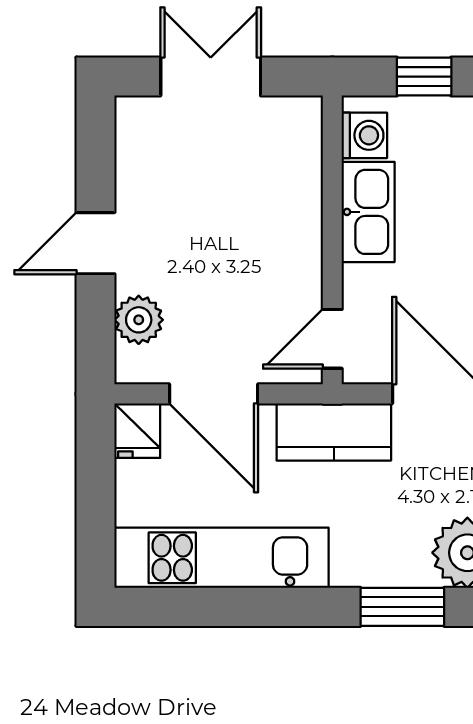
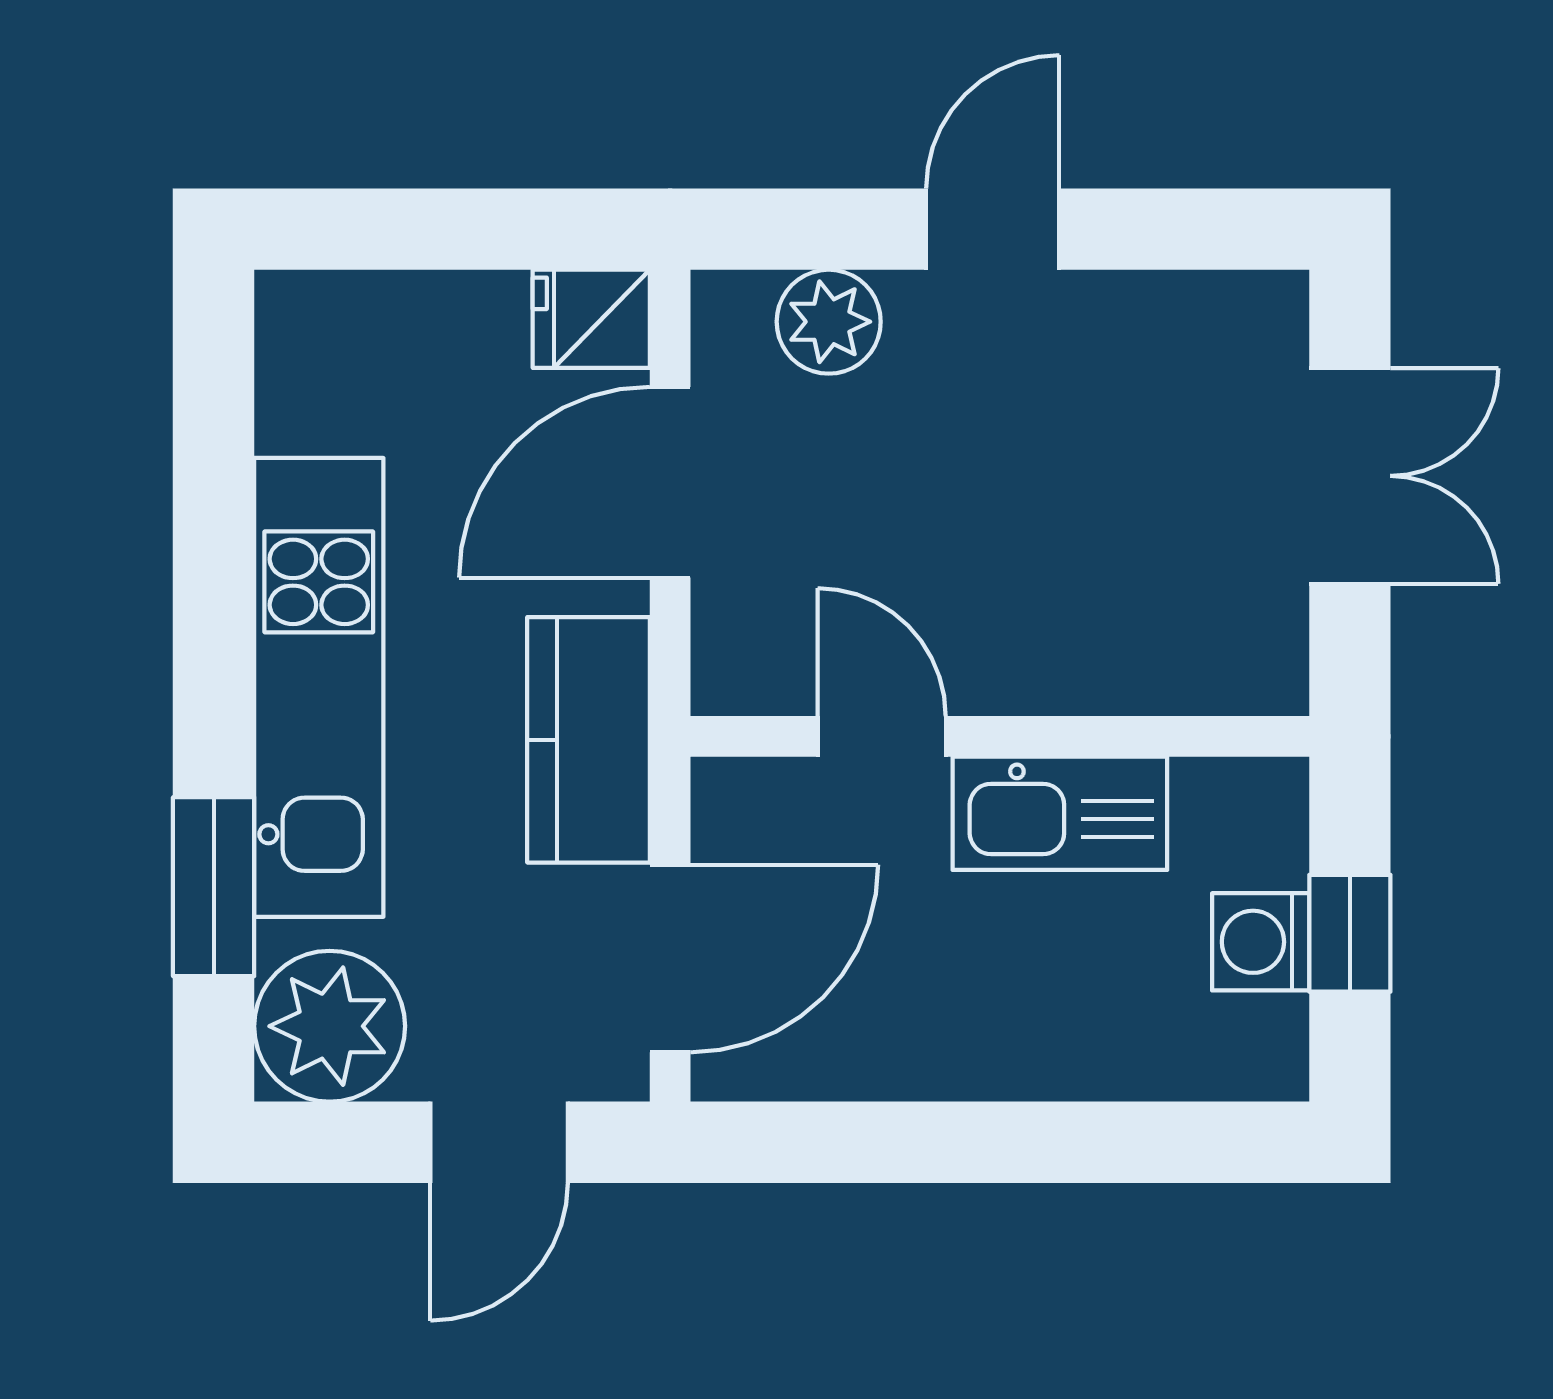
washing machine: (364, 135) -> (1261, 942), moved, turned 90
door: (95, 243) -> (993, 229), hinge flipped
door: (332, 339) -> (882, 736), moved
kitchen unit: (221, 558) -> (319, 687), moved

